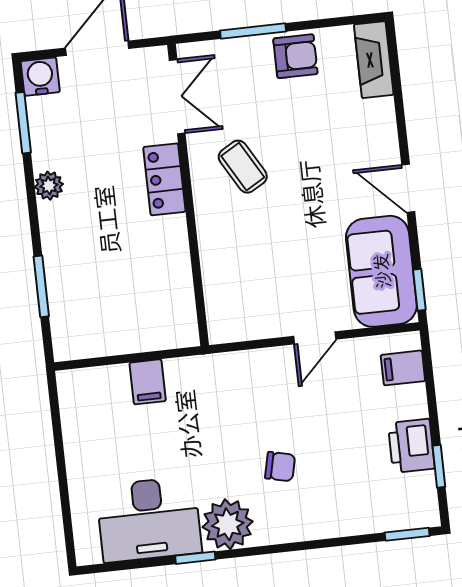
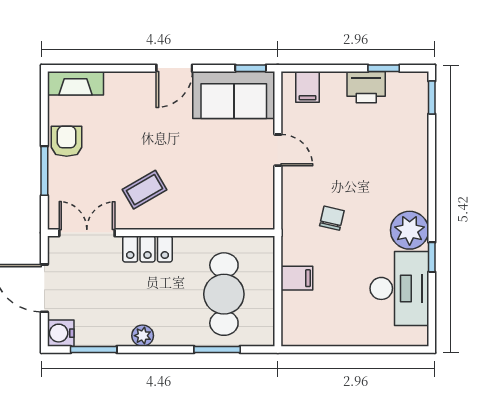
cafe table: (116, 287) -> (224, 294), added
chair: (280, 467) -> (332, 218), moved

